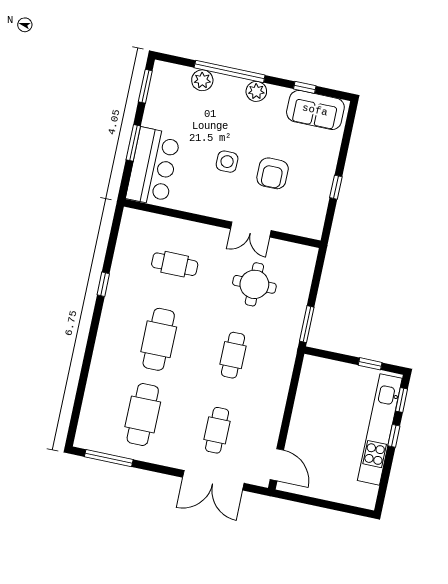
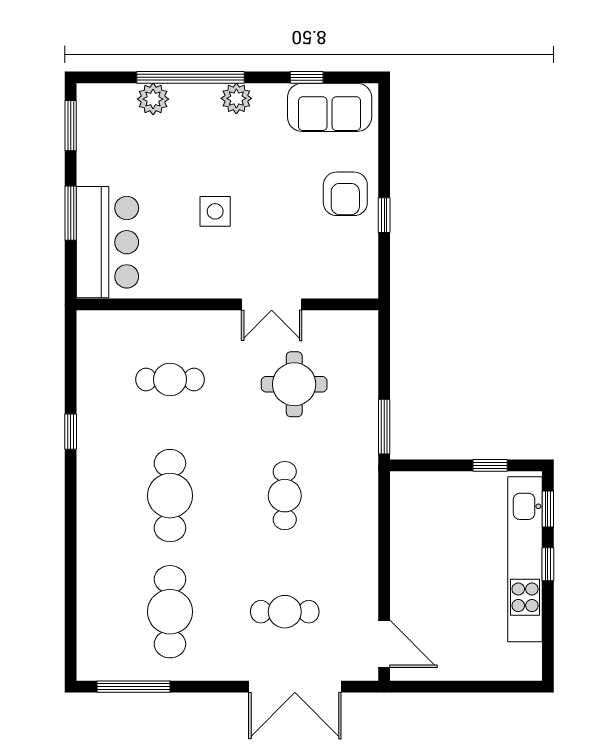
armchair: (273, 173) -> (345, 194), moved
cafe table: (217, 430) -> (285, 612), turned 90

